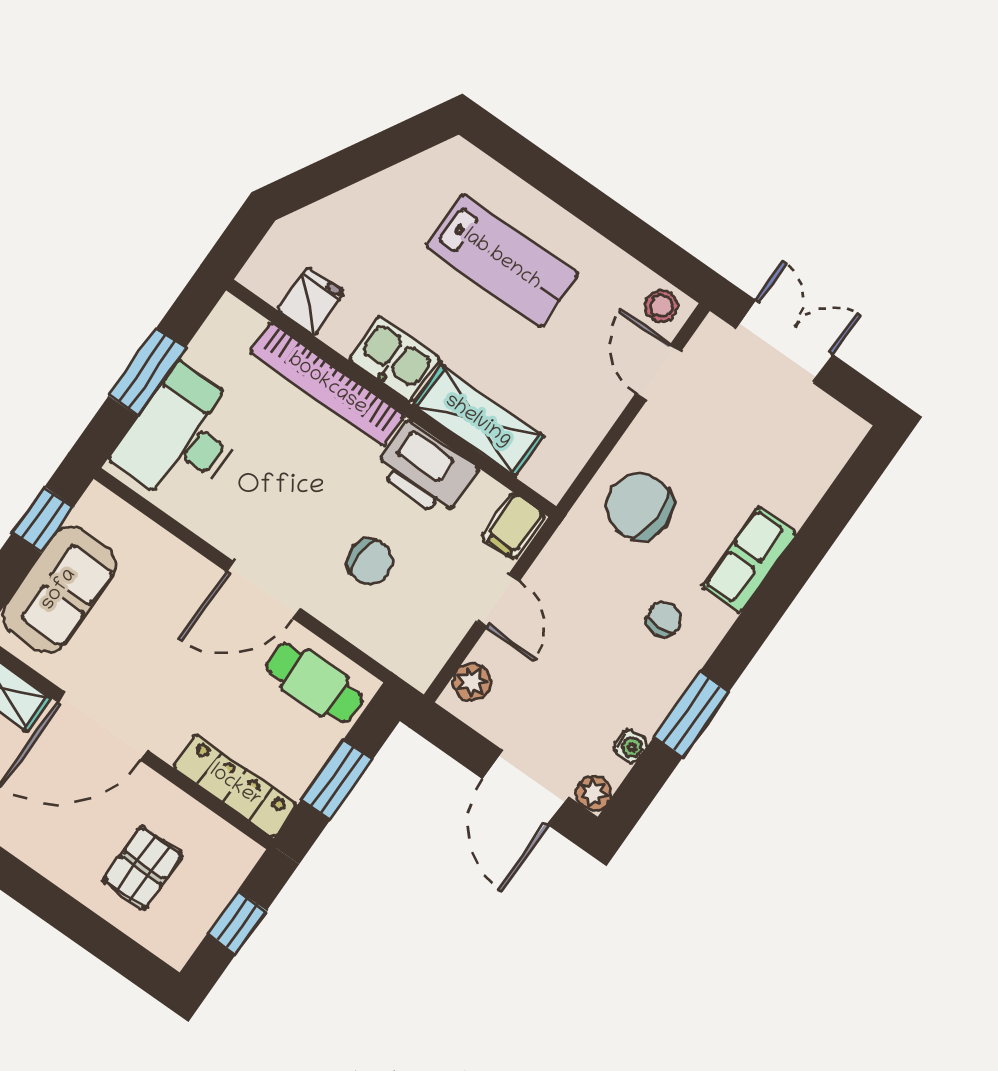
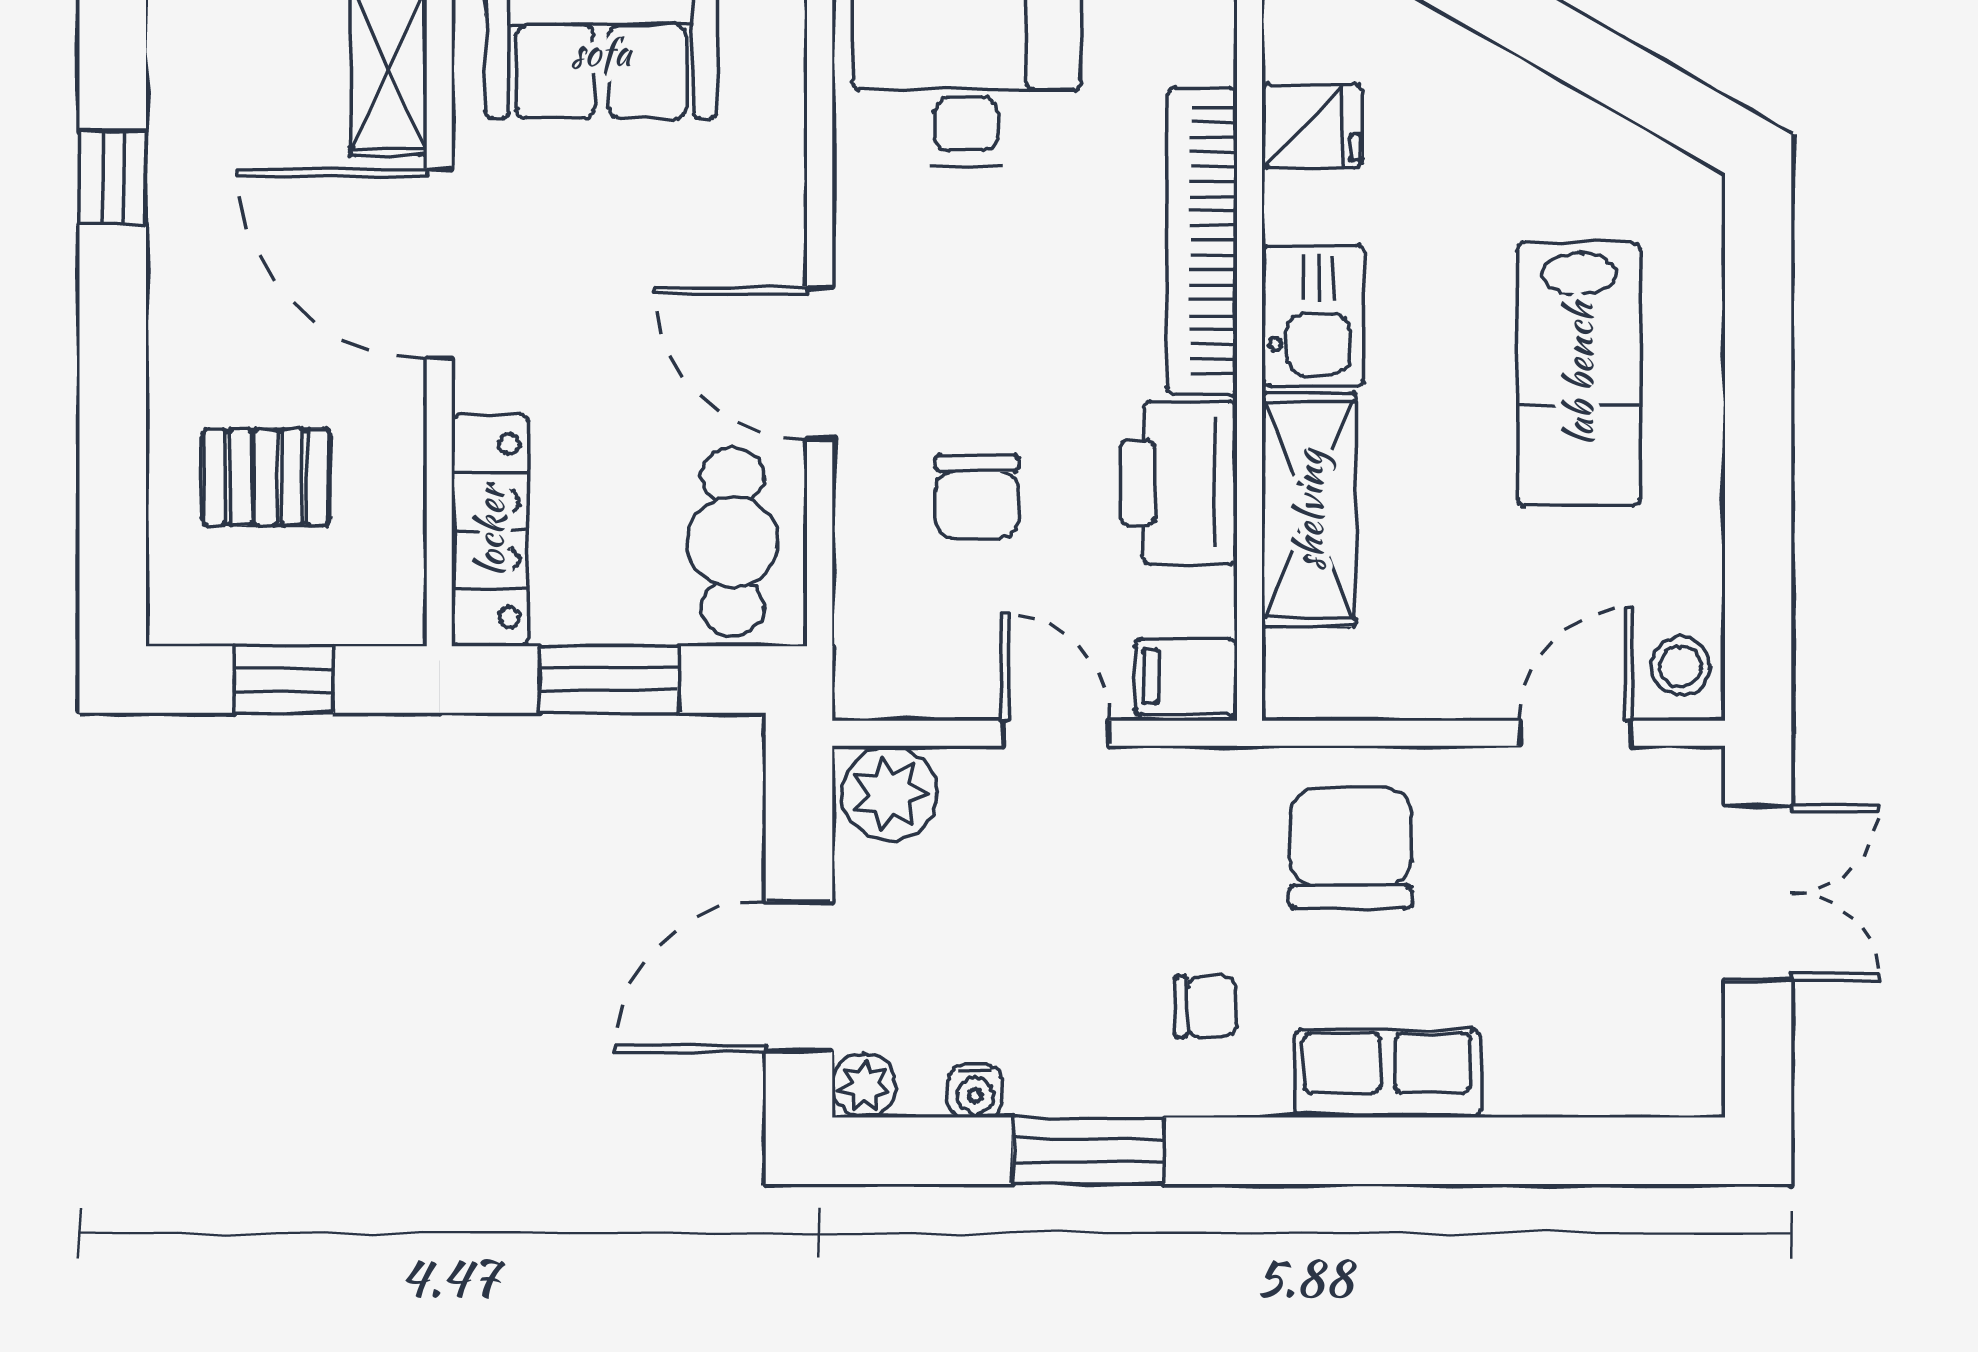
door: (498, 600) -> (1055, 733), swing flipped
plant: (472, 682) -> (890, 793), width x1.38, depth x1.38

